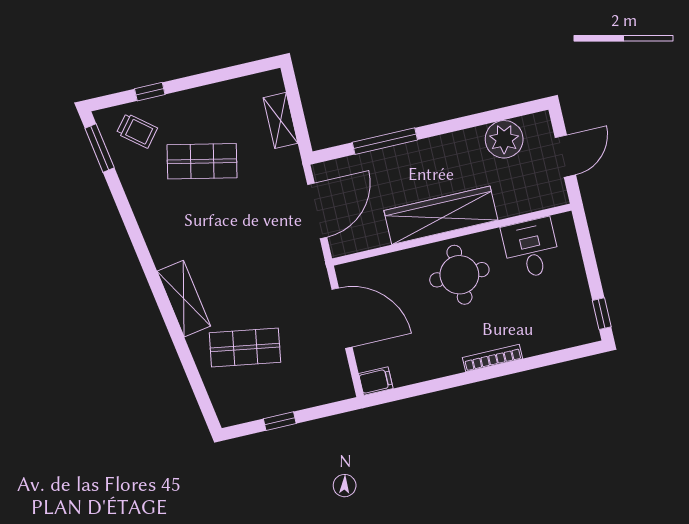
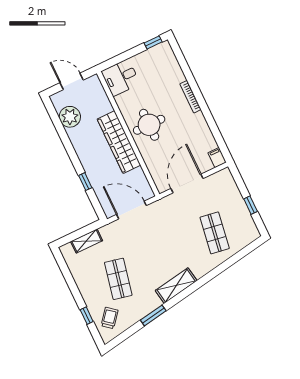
window: (385, 141) -> (85, 182), width x0.46
window: (100, 148) -> (153, 315), moved
desk: (531, 248) -> (121, 78), moved
shelving: (184, 299) -> (176, 286), moved

